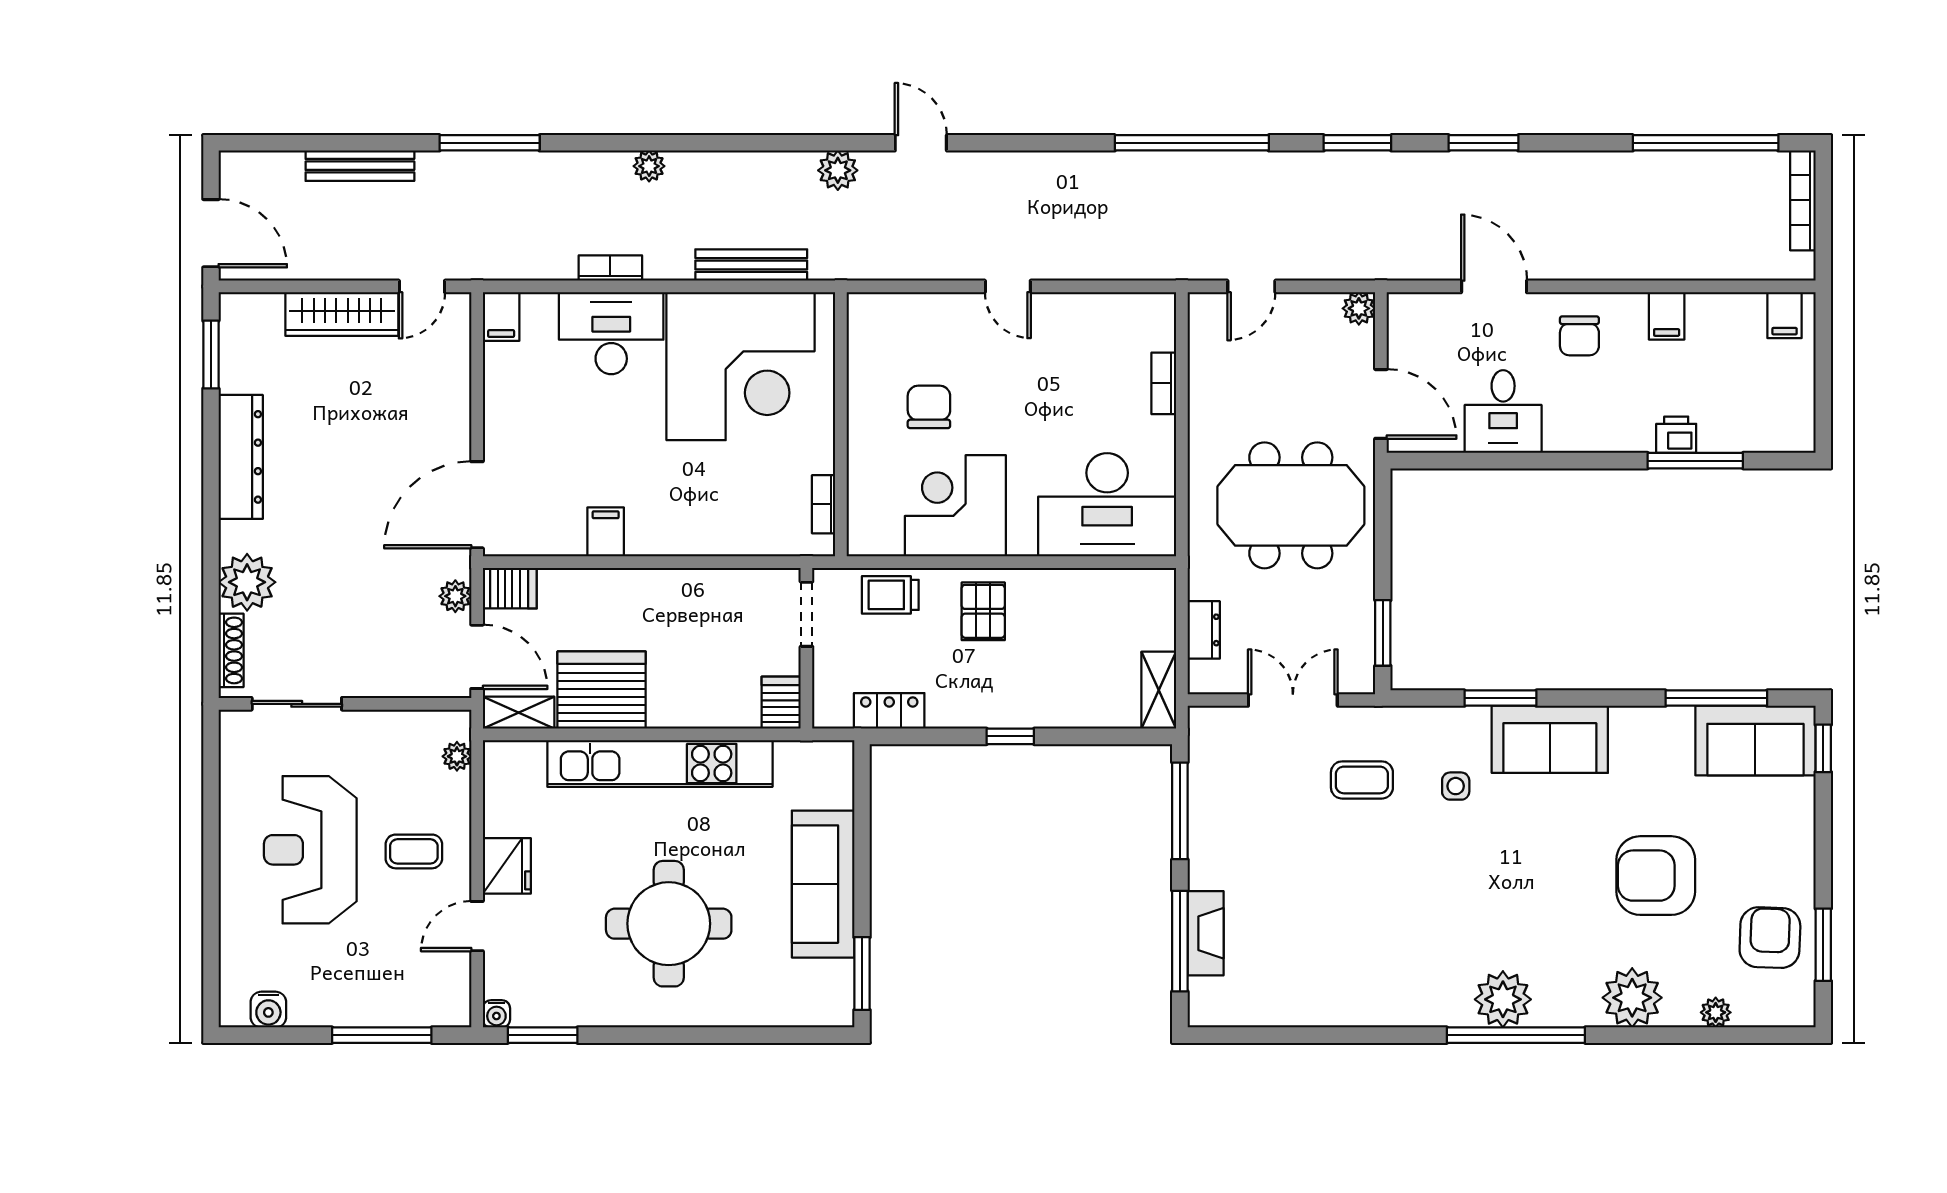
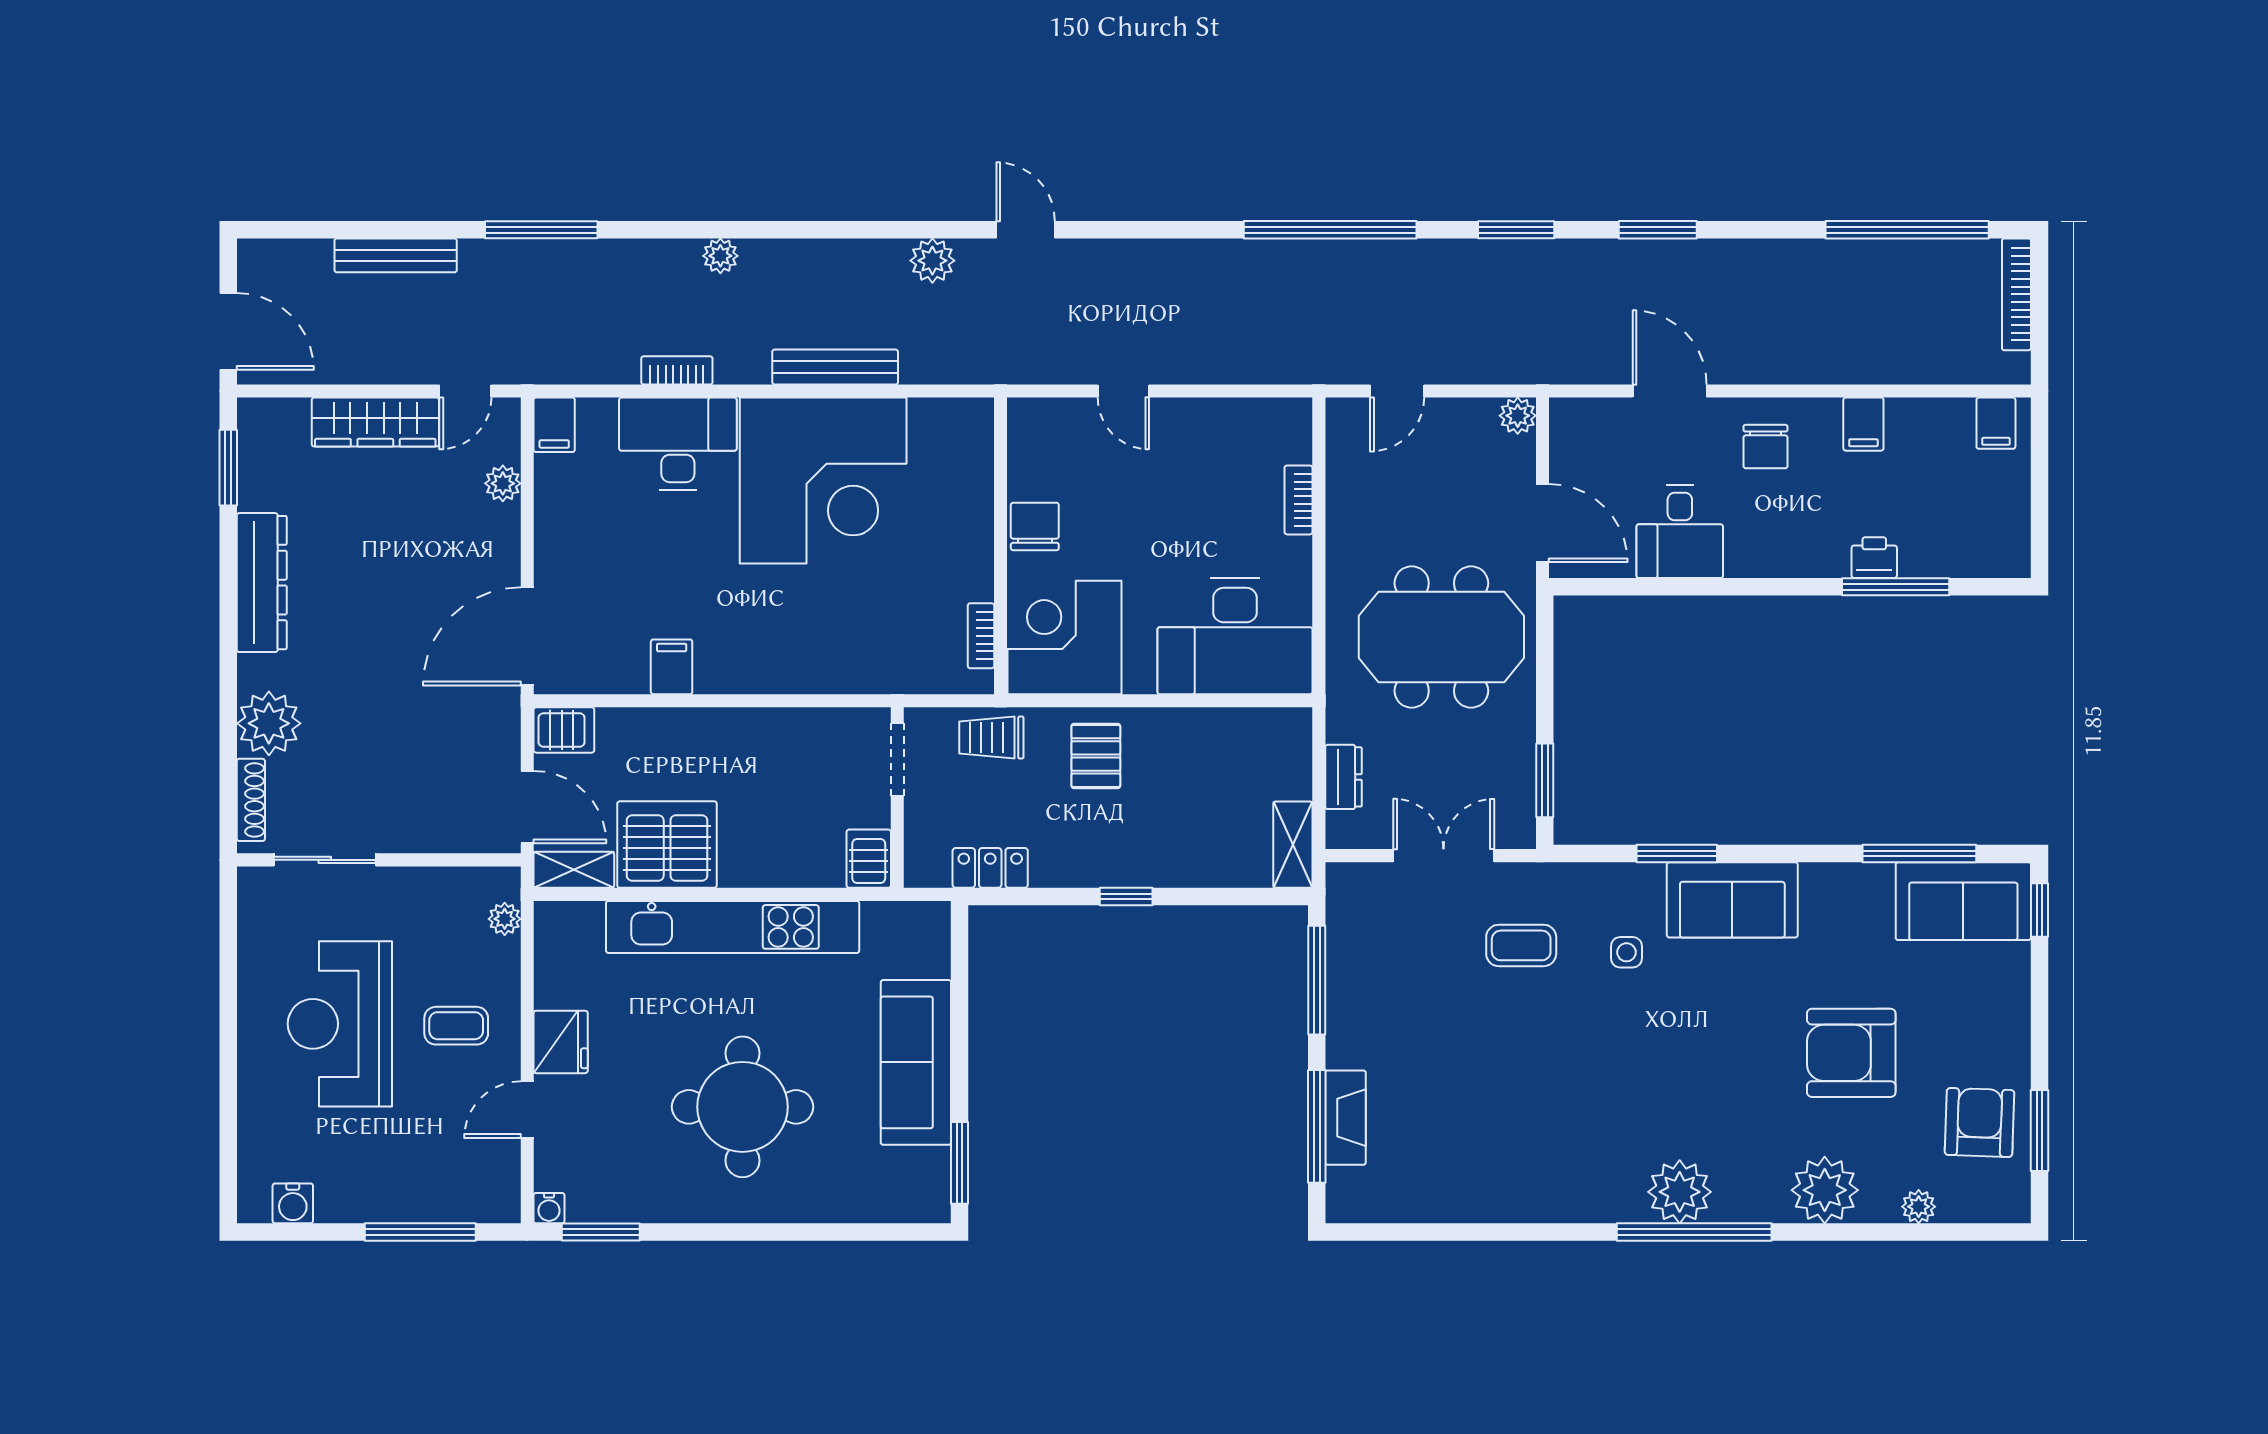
wall: (841, 424) -> (1000, 546), moved
bookcase: (824, 504) -> (981, 636), moved
plant: (455, 596) -> (503, 483), moved

